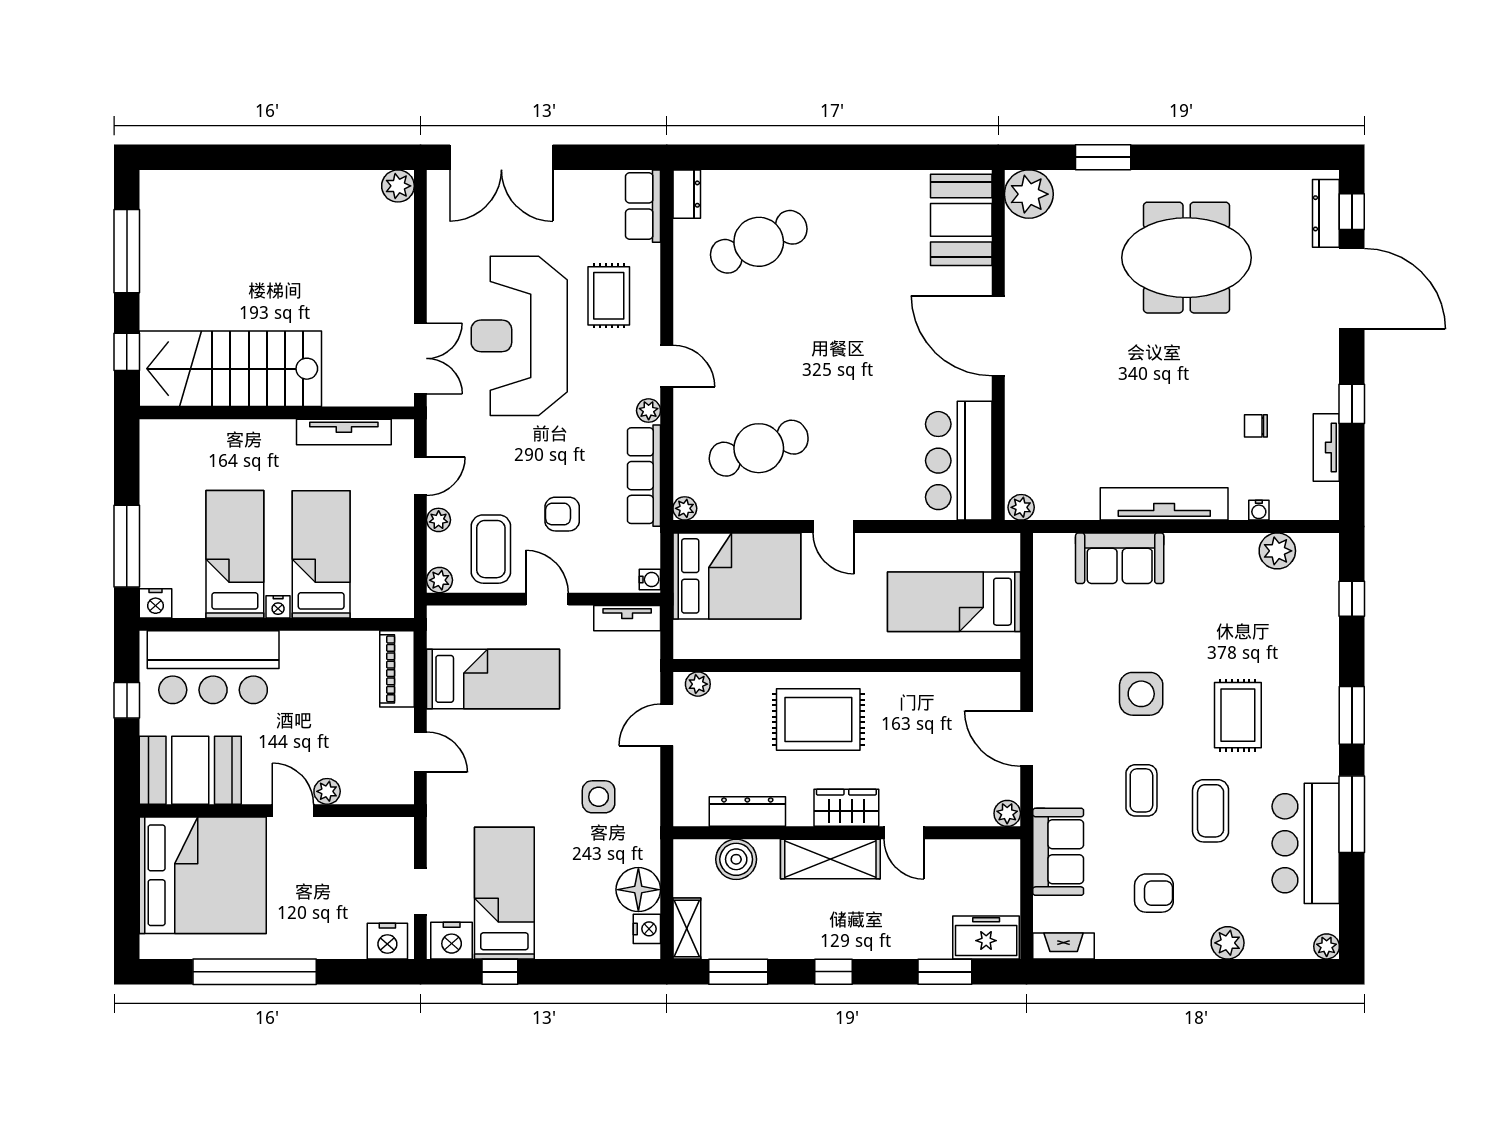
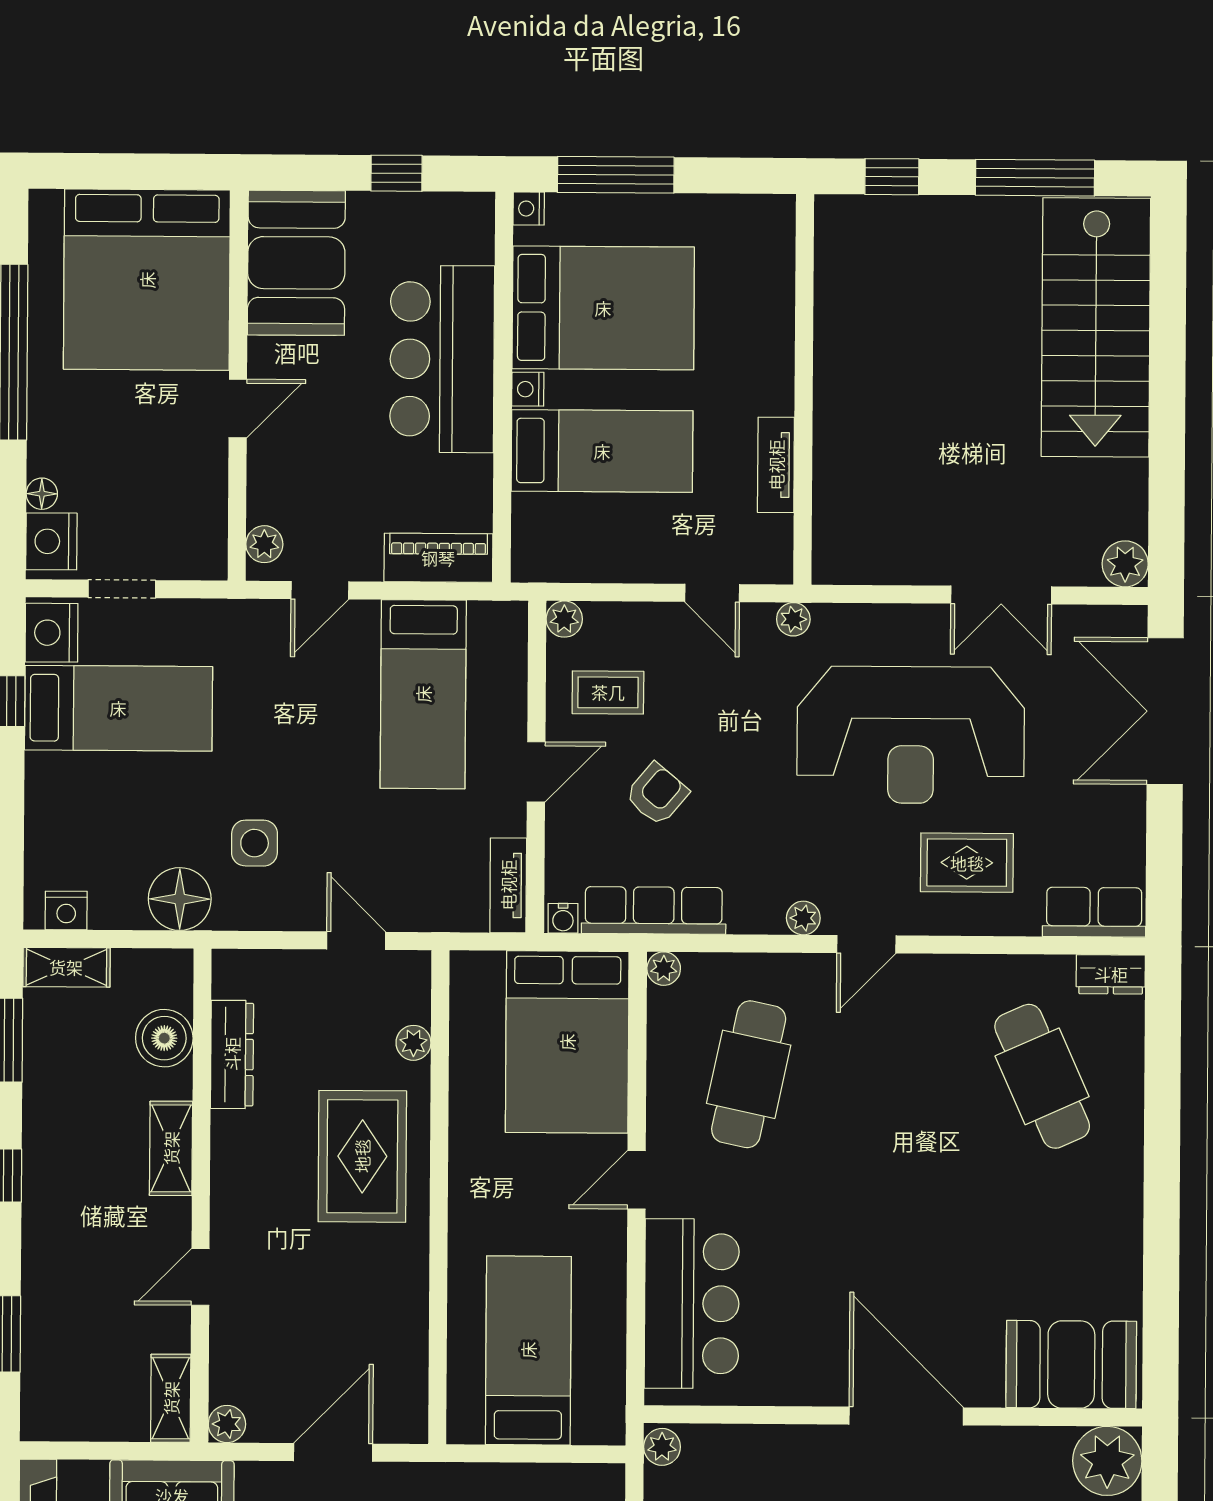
reception desk: (519, 336) -> (911, 735), turned 180
door: (998, 336) -> (906, 1416), hinge flipped
double door: (420, 358) -> (1001, 595), moved
stairs: (230, 369) -> (1096, 327), moved, turned 180
tv unit: (344, 432) -> (776, 465), width x0.71
cafe table: (759, 448) -> (749, 1074), turned 30
bar counter: (959, 461) -> (692, 1304), moved, turned 90
row of seats: (644, 476) -> (654, 910), moved
armchair: (562, 514) -> (657, 794), turned 40
plant: (439, 520) -> (793, 619), moved
coffee table: (491, 549) -> (608, 692), width x0.73, depth x0.77
bed: (235, 554) -> (603, 308), width x1.50
nightstand: (156, 603) -> (529, 209), width x0.72, depth x0.74
bar counter: (213, 667) -> (442, 359), moved
plant: (698, 684) -> (413, 1043), moved
plant: (327, 791) -> (264, 544), moved
wardrobe: (846, 808) -> (236, 1195), removed
shelving: (989, 853) -> (171, 1398), added
shelving: (830, 859) -> (171, 1148), width x0.67, depth x0.75
floor lamp: (638, 890) -> (180, 899), moved
freezer: (986, 938) -> (51, 1393), removed
floor lamp: (354, 948) -> (42, 494), added

